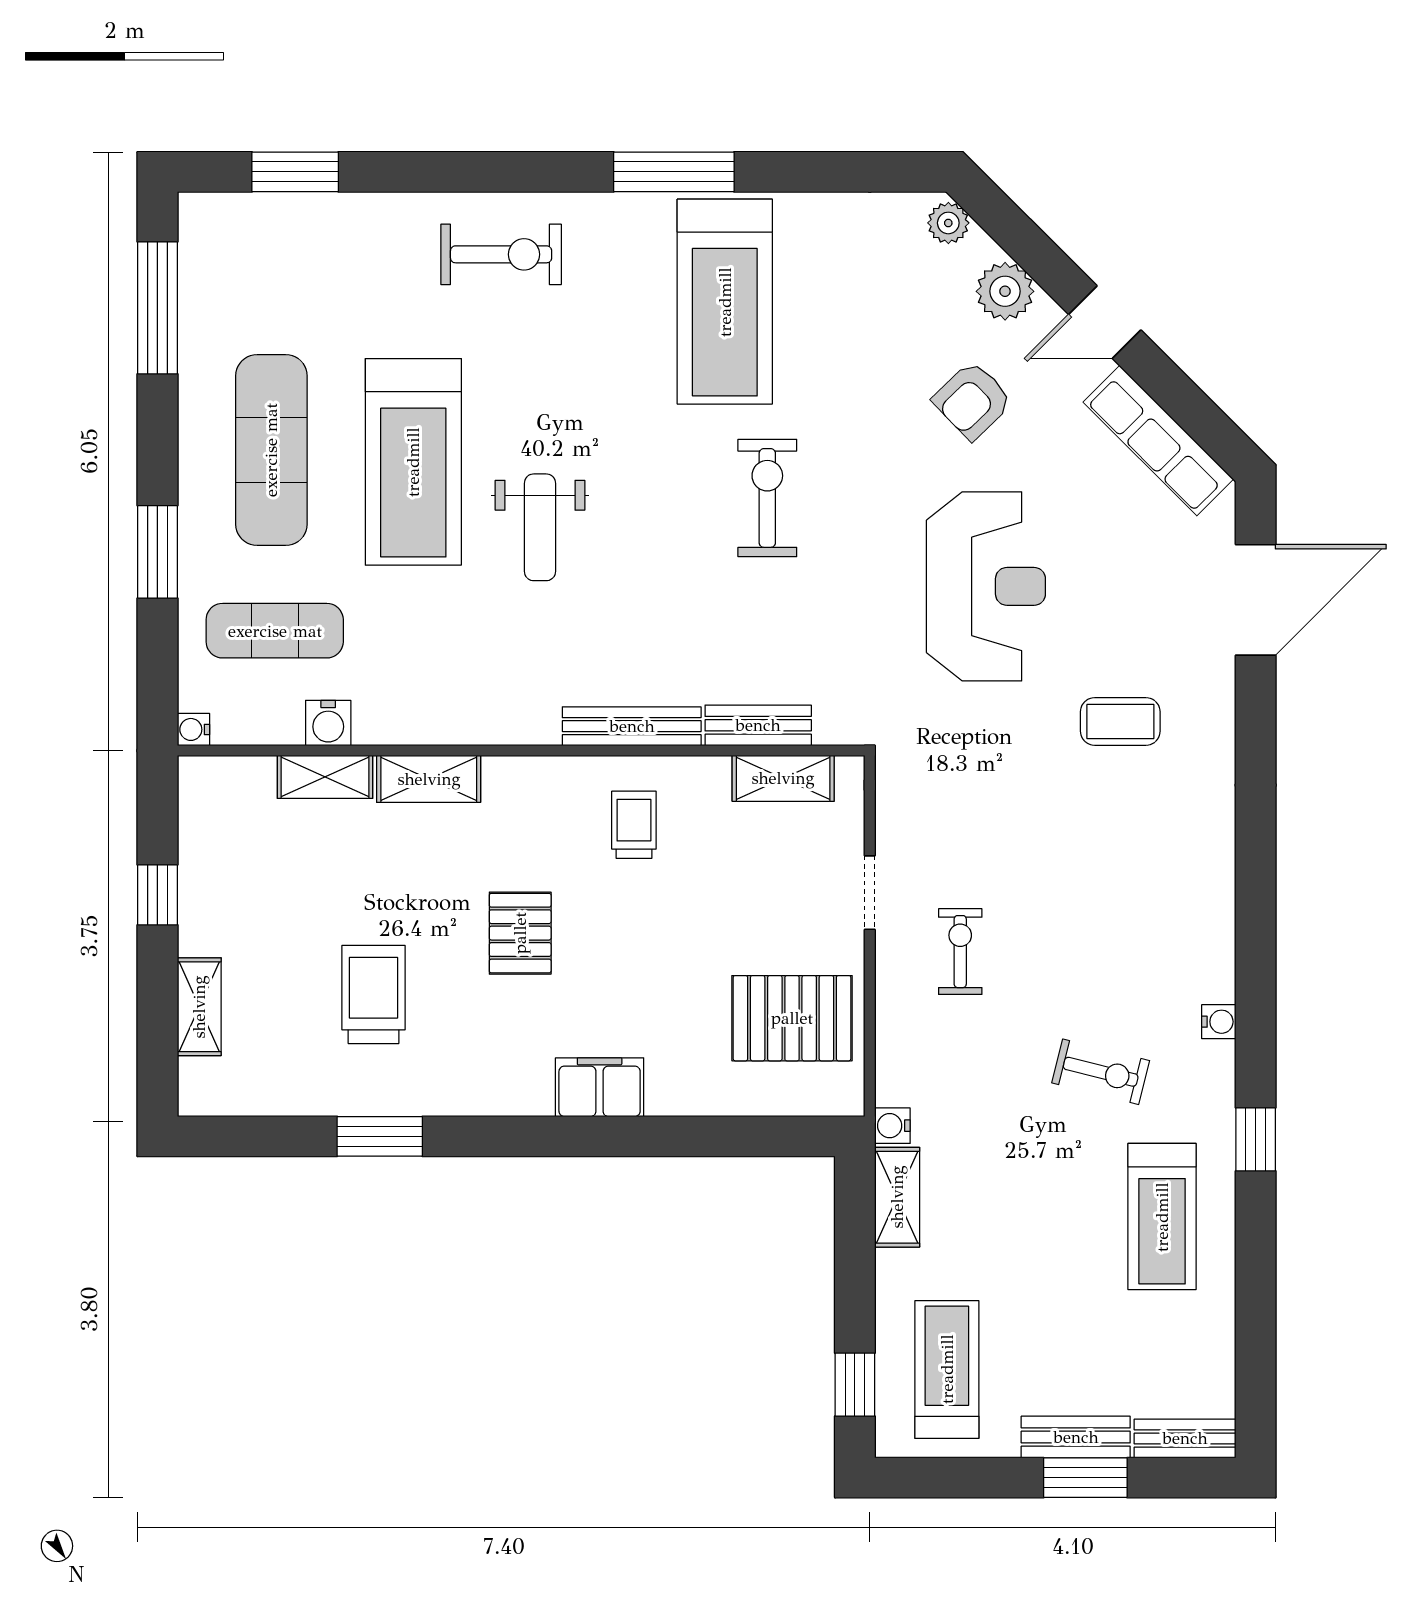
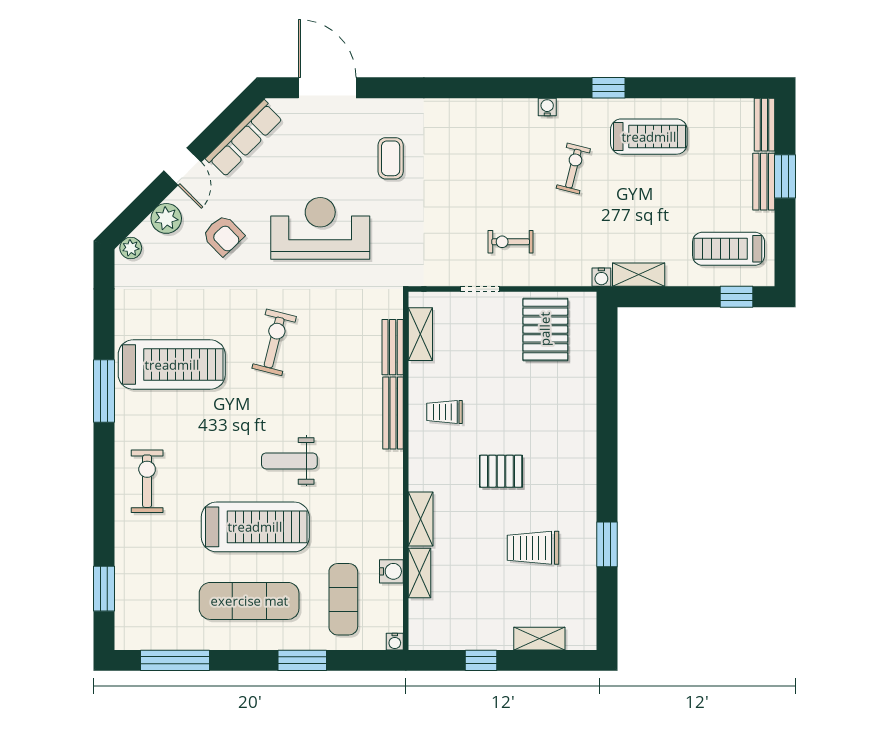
exercise bike: (767, 498) -> (274, 342), turned 104
weight bench: (540, 527) -> (289, 461), turned 180
filing cabinet: (600, 1087) -> (581, 430), removed

